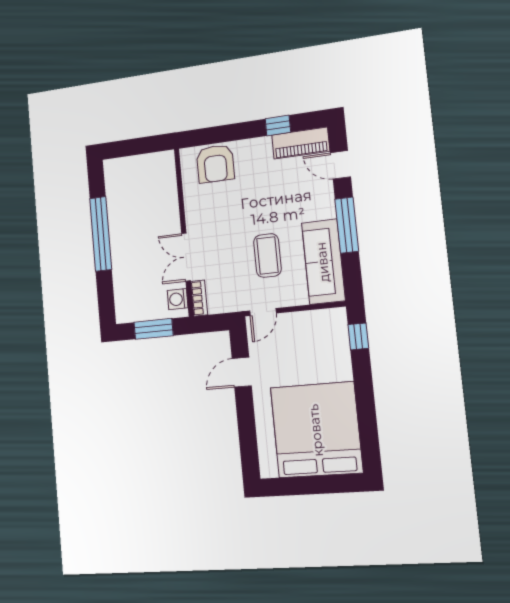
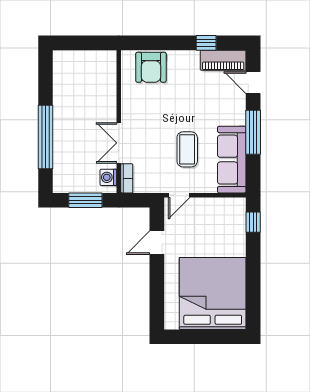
window: (101, 234) -> (46, 137), moved

